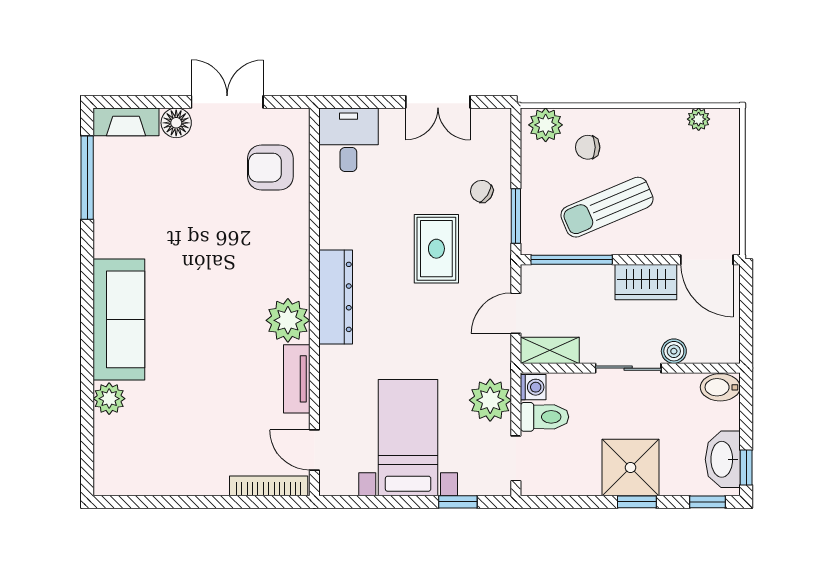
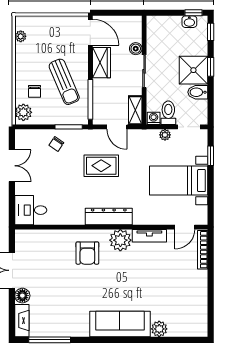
armchair: (270, 168) -> (87, 253), moved
rug: (436, 249) -> (101, 166), moved
door: (707, 260) -> (90, 32), hinge flipped
bidet: (720, 387) -> (198, 92), moved, turned 90
plant: (490, 400) -> (165, 135), width x0.53, depth x0.53
washbasin: (723, 459) -> (189, 22), width x0.52, depth x0.69

